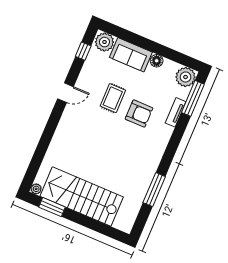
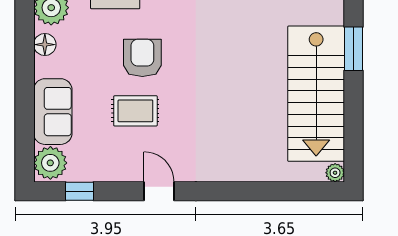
floor lamp: (157, 61) -> (45, 45), moved
window: (52, 207) -> (354, 49), moved

